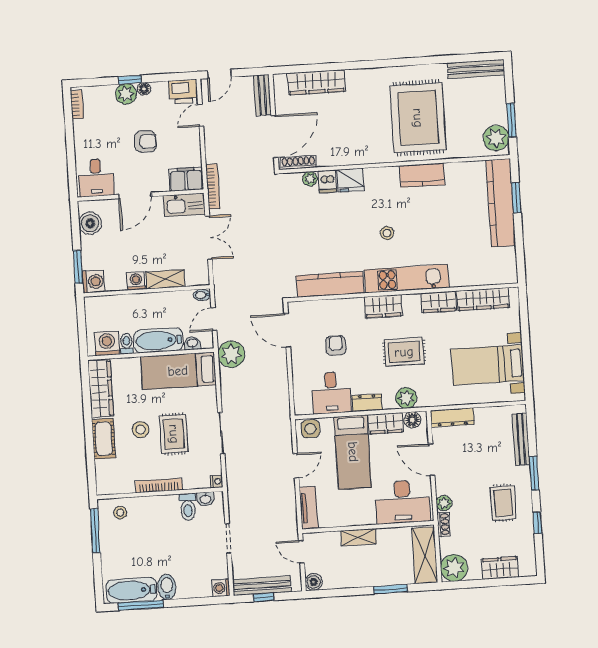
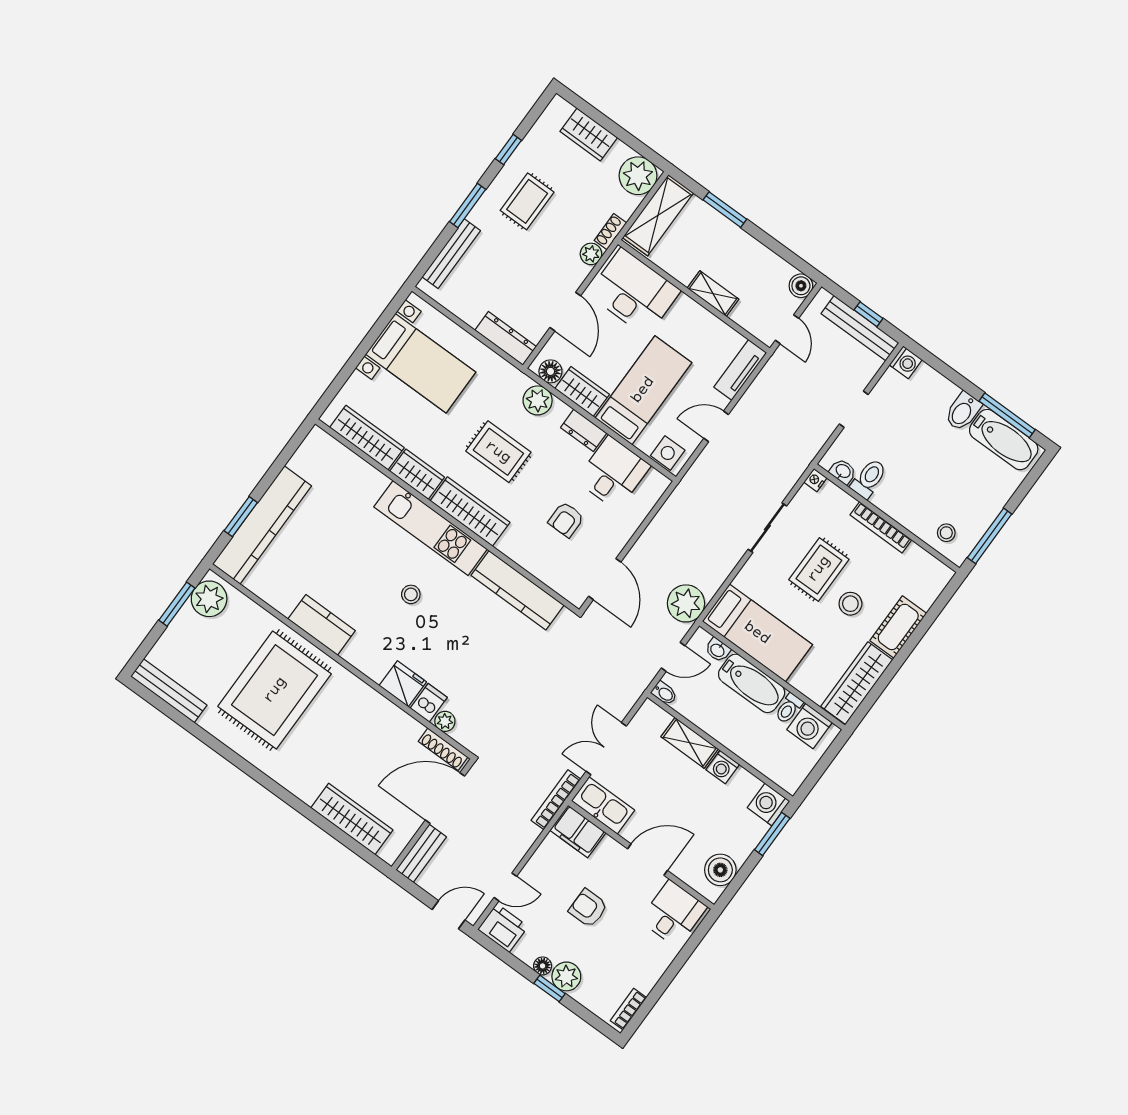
wardrobe: (383, 306) -> (470, 512), width x1.50

